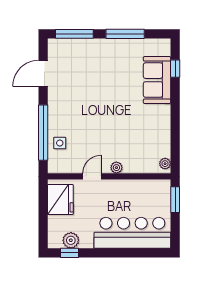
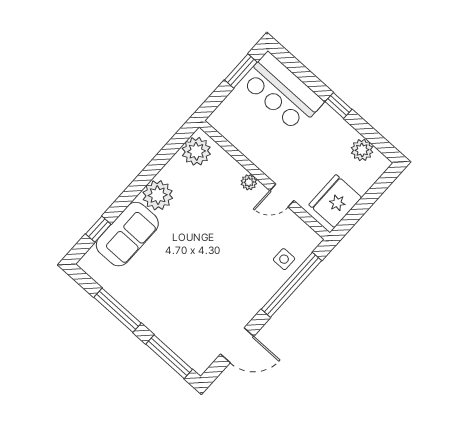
plant: (160, 116) -> (158, 195), added
plant: (165, 164) -> (196, 151), width x1.88, depth x1.88
window: (175, 200) -> (241, 71), moved
bar counter: (132, 233) -> (282, 92), width x0.73
window: (69, 253) -> (338, 105), moved

